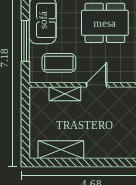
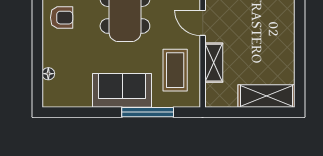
shelving: (61, 150) -> (266, 96), moved, turned 90

